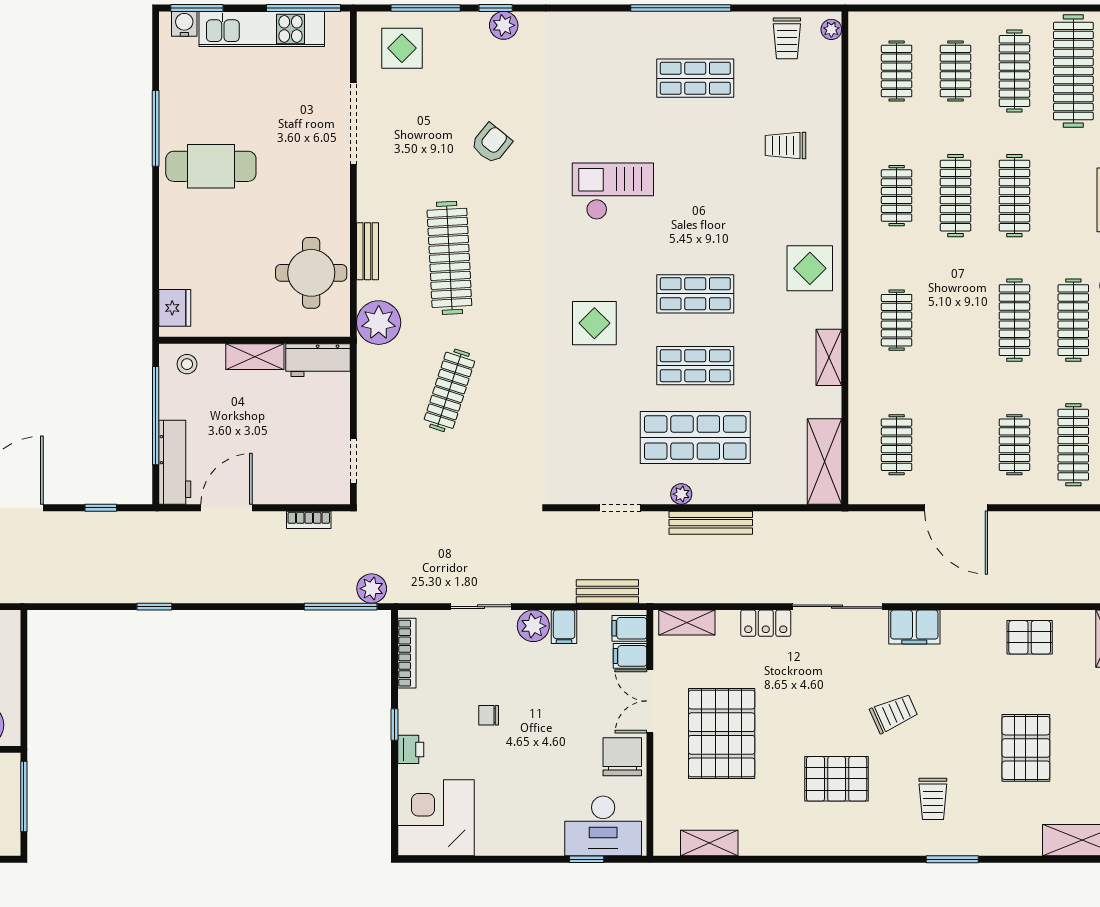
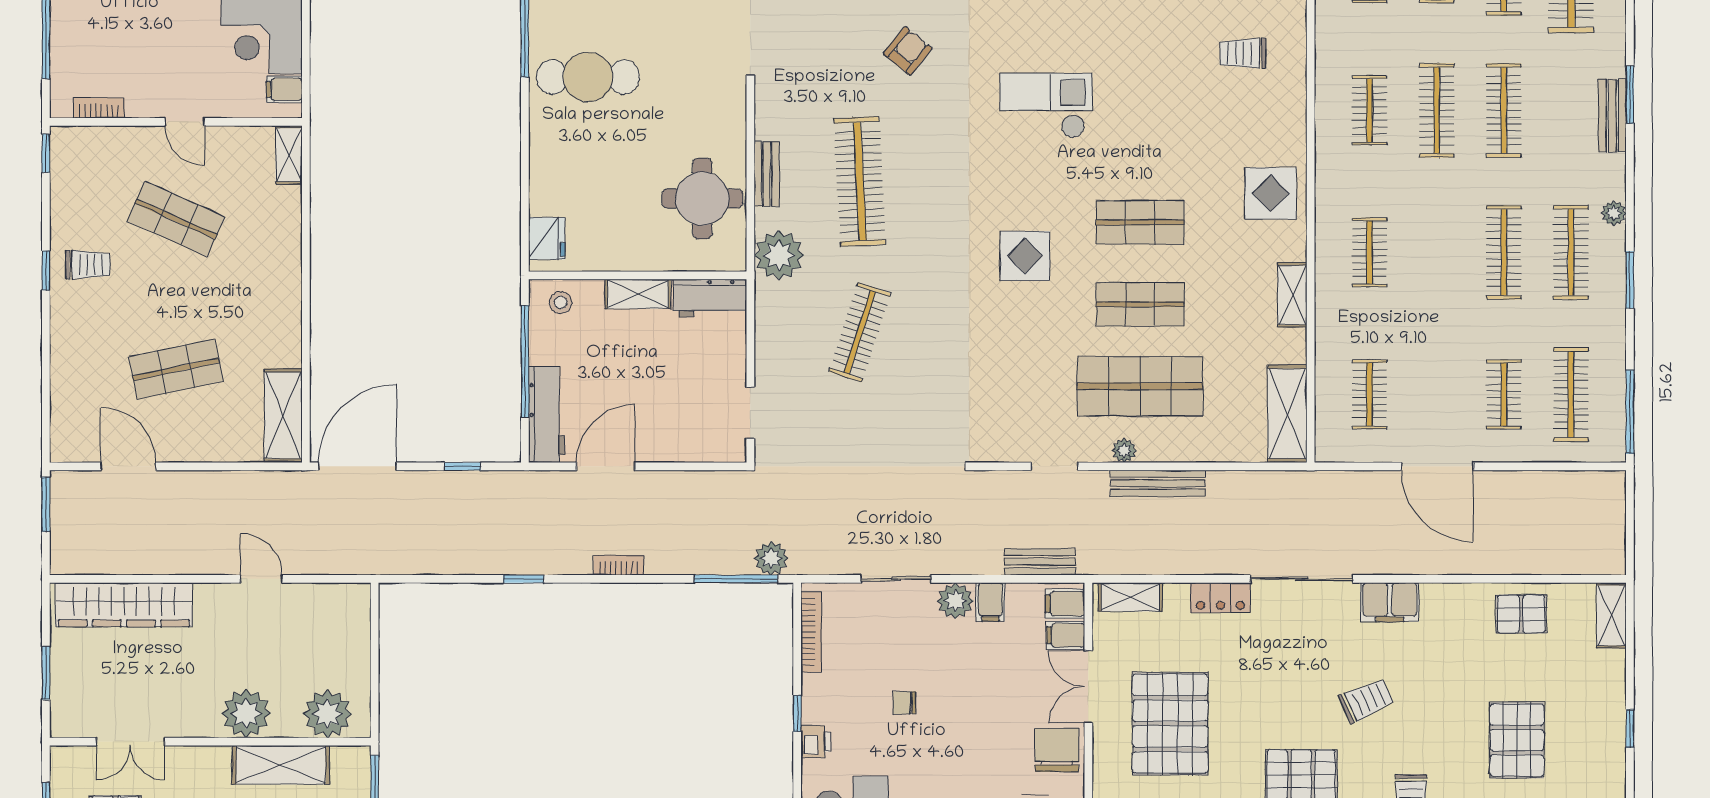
bookcase: (309, 520) -> (619, 565), moved, turned 180

